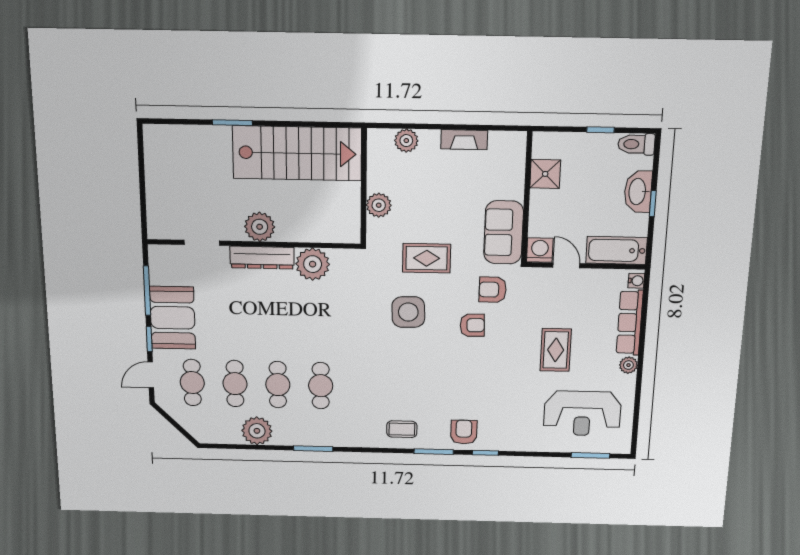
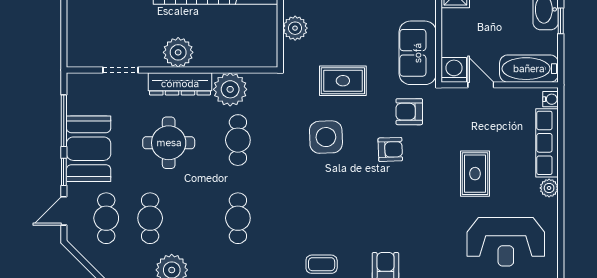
round table: (252, 314) -> (169, 143), added
cafe table: (278, 385) -> (238, 140), moved

